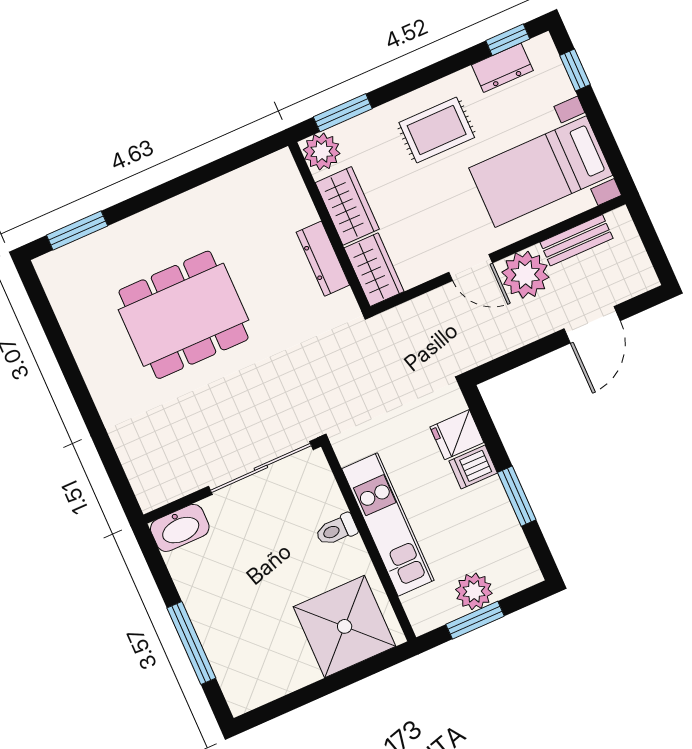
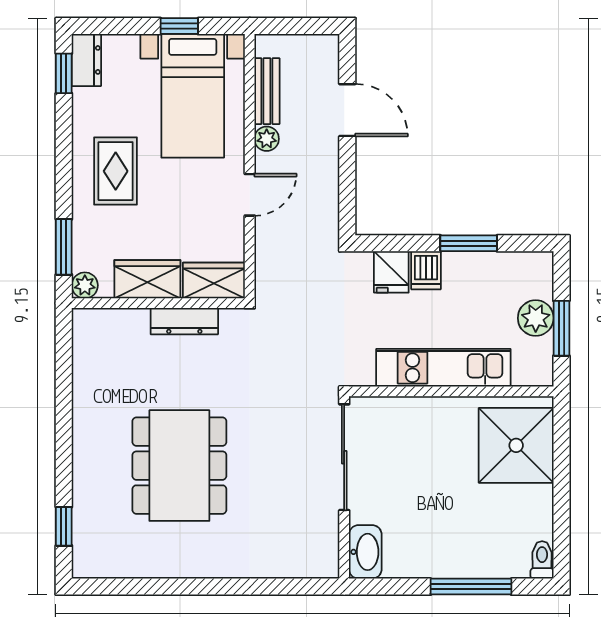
dresser: (502, 68) -> (86, 60), moved
window: (575, 70) -> (179, 26), moved
plant: (322, 152) -> (85, 285), width x0.73, depth x0.73
window: (77, 231) -> (64, 526), width x0.67
plant: (525, 275) -> (267, 139), width x0.53, depth x0.53
toilet: (336, 530) -> (542, 560), moved, turned 180

